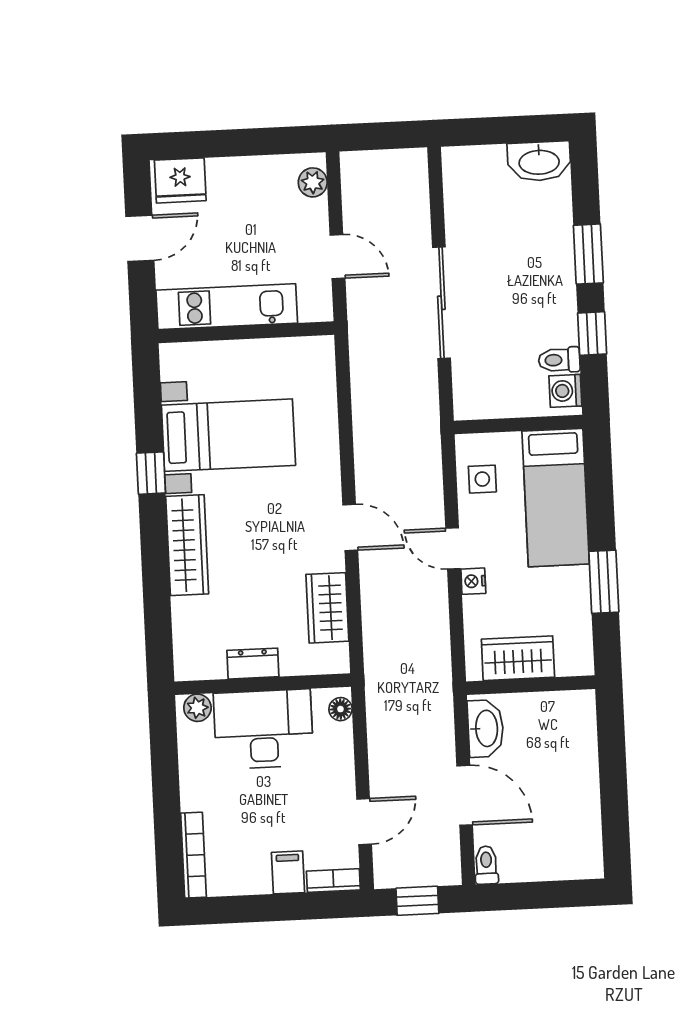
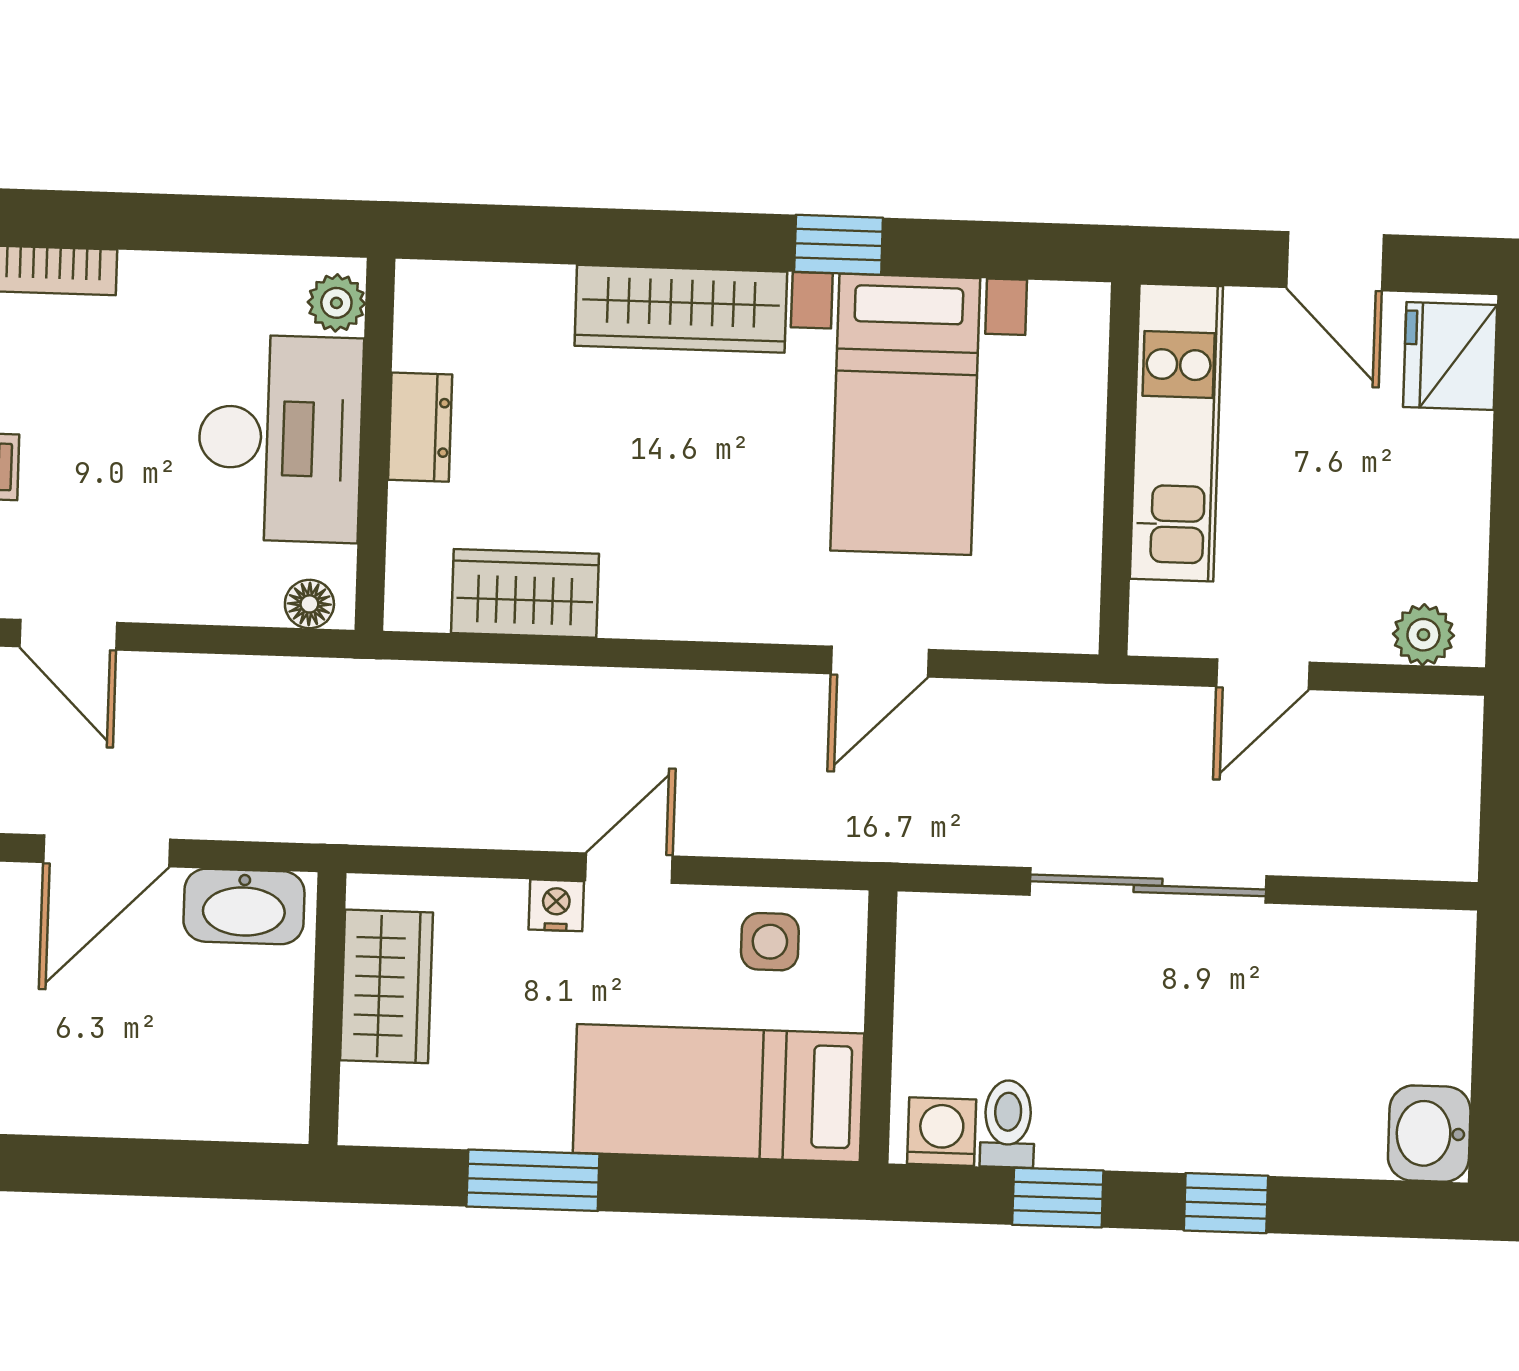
washbasin: (539, 161) -> (1429, 1134), width x0.72
window: (588, 254) -> (1226, 1203), width x0.67
door: (350, 528) -> (880, 662), moved

